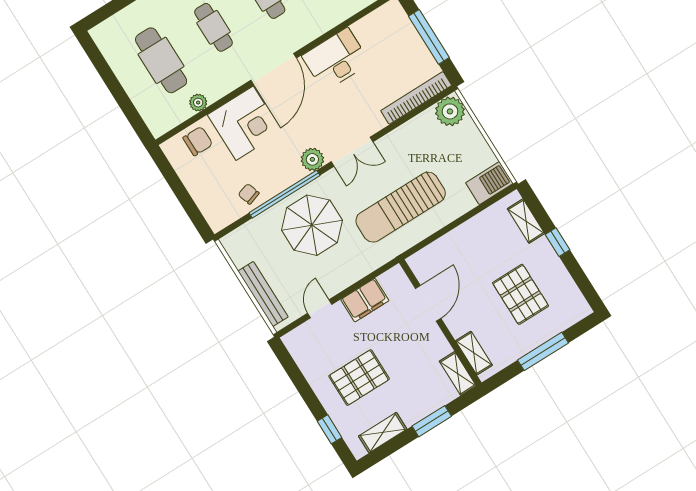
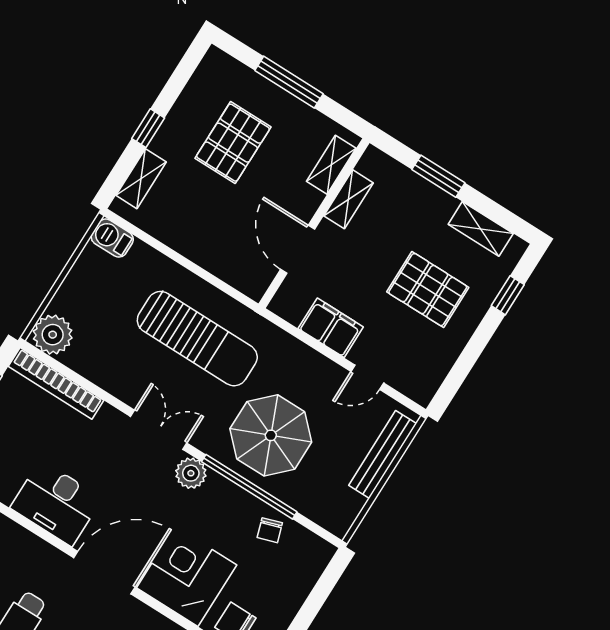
barbecue: (489, 183) -> (112, 238), width x0.73, depth x0.79
door: (428, 303) -> (298, 249), hinge flipped
shelving: (458, 373) -> (349, 199), moved

